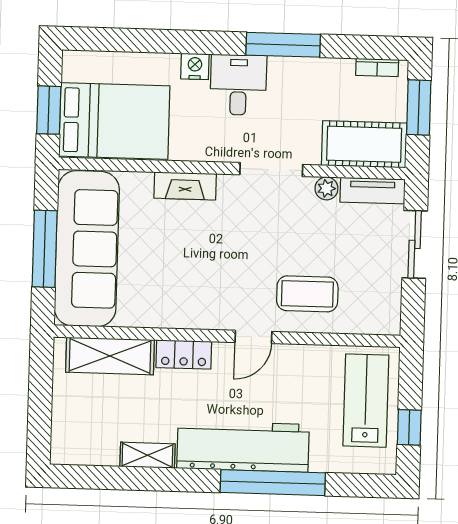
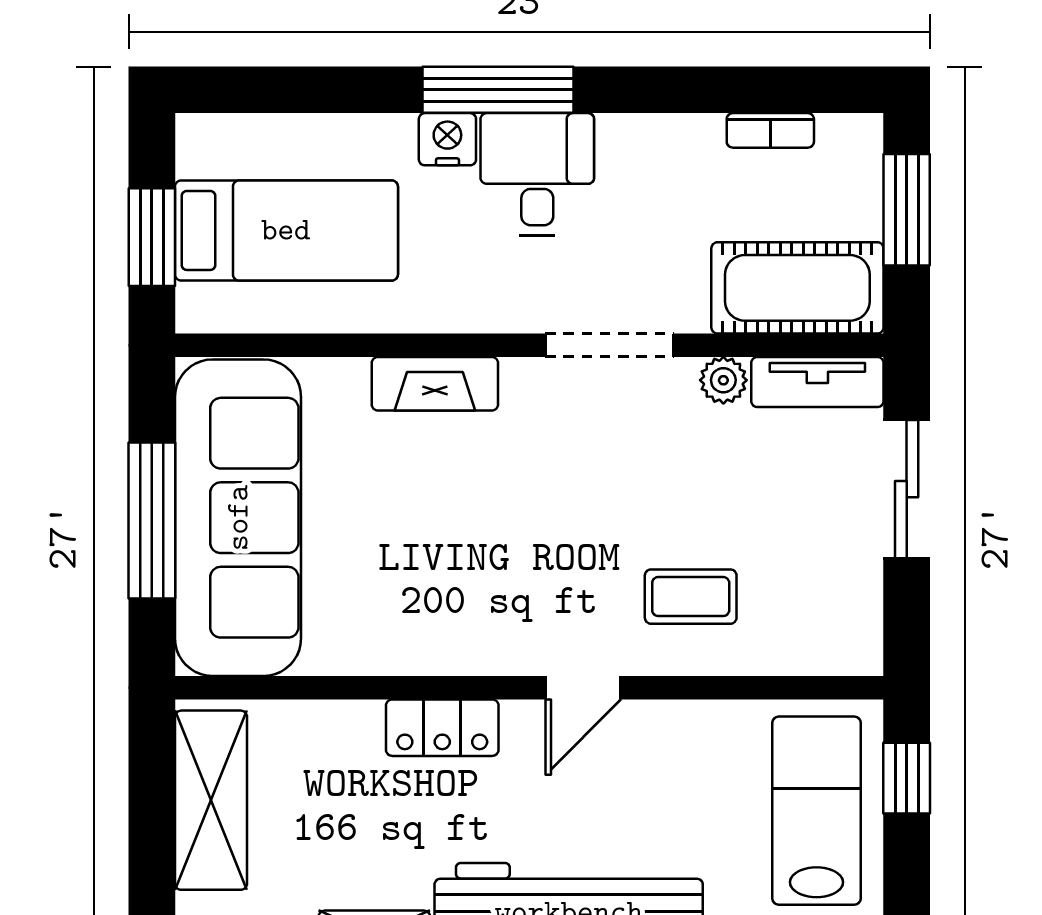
window: (283, 45) -> (498, 90), moved
bookcase: (377, 67) -> (770, 130), moved
bed: (114, 121) -> (286, 230), width x0.67
coffee table: (307, 294) -> (691, 597), width x0.73, depth x0.77
shelving: (110, 356) -> (211, 800), moved, turned 90
window: (409, 427) -> (907, 778), moved

